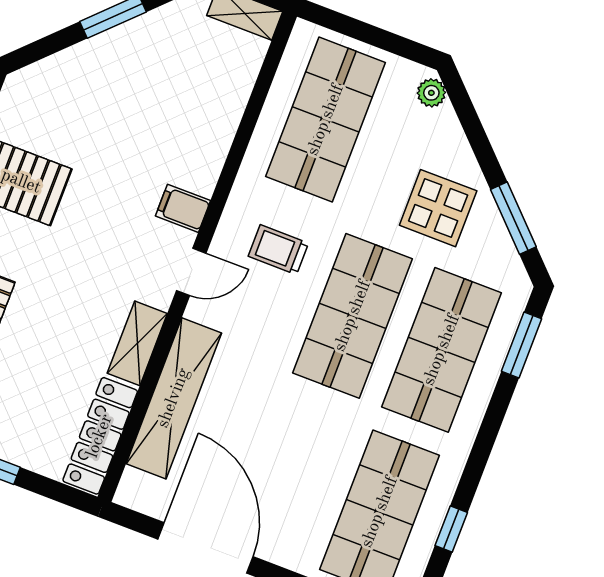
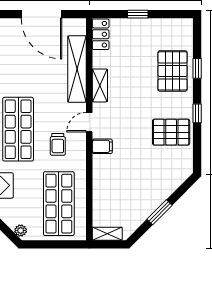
trolley: (278, 250) -> (58, 144), turned 90
locker: (100, 436) -> (101, 34), width x0.66

